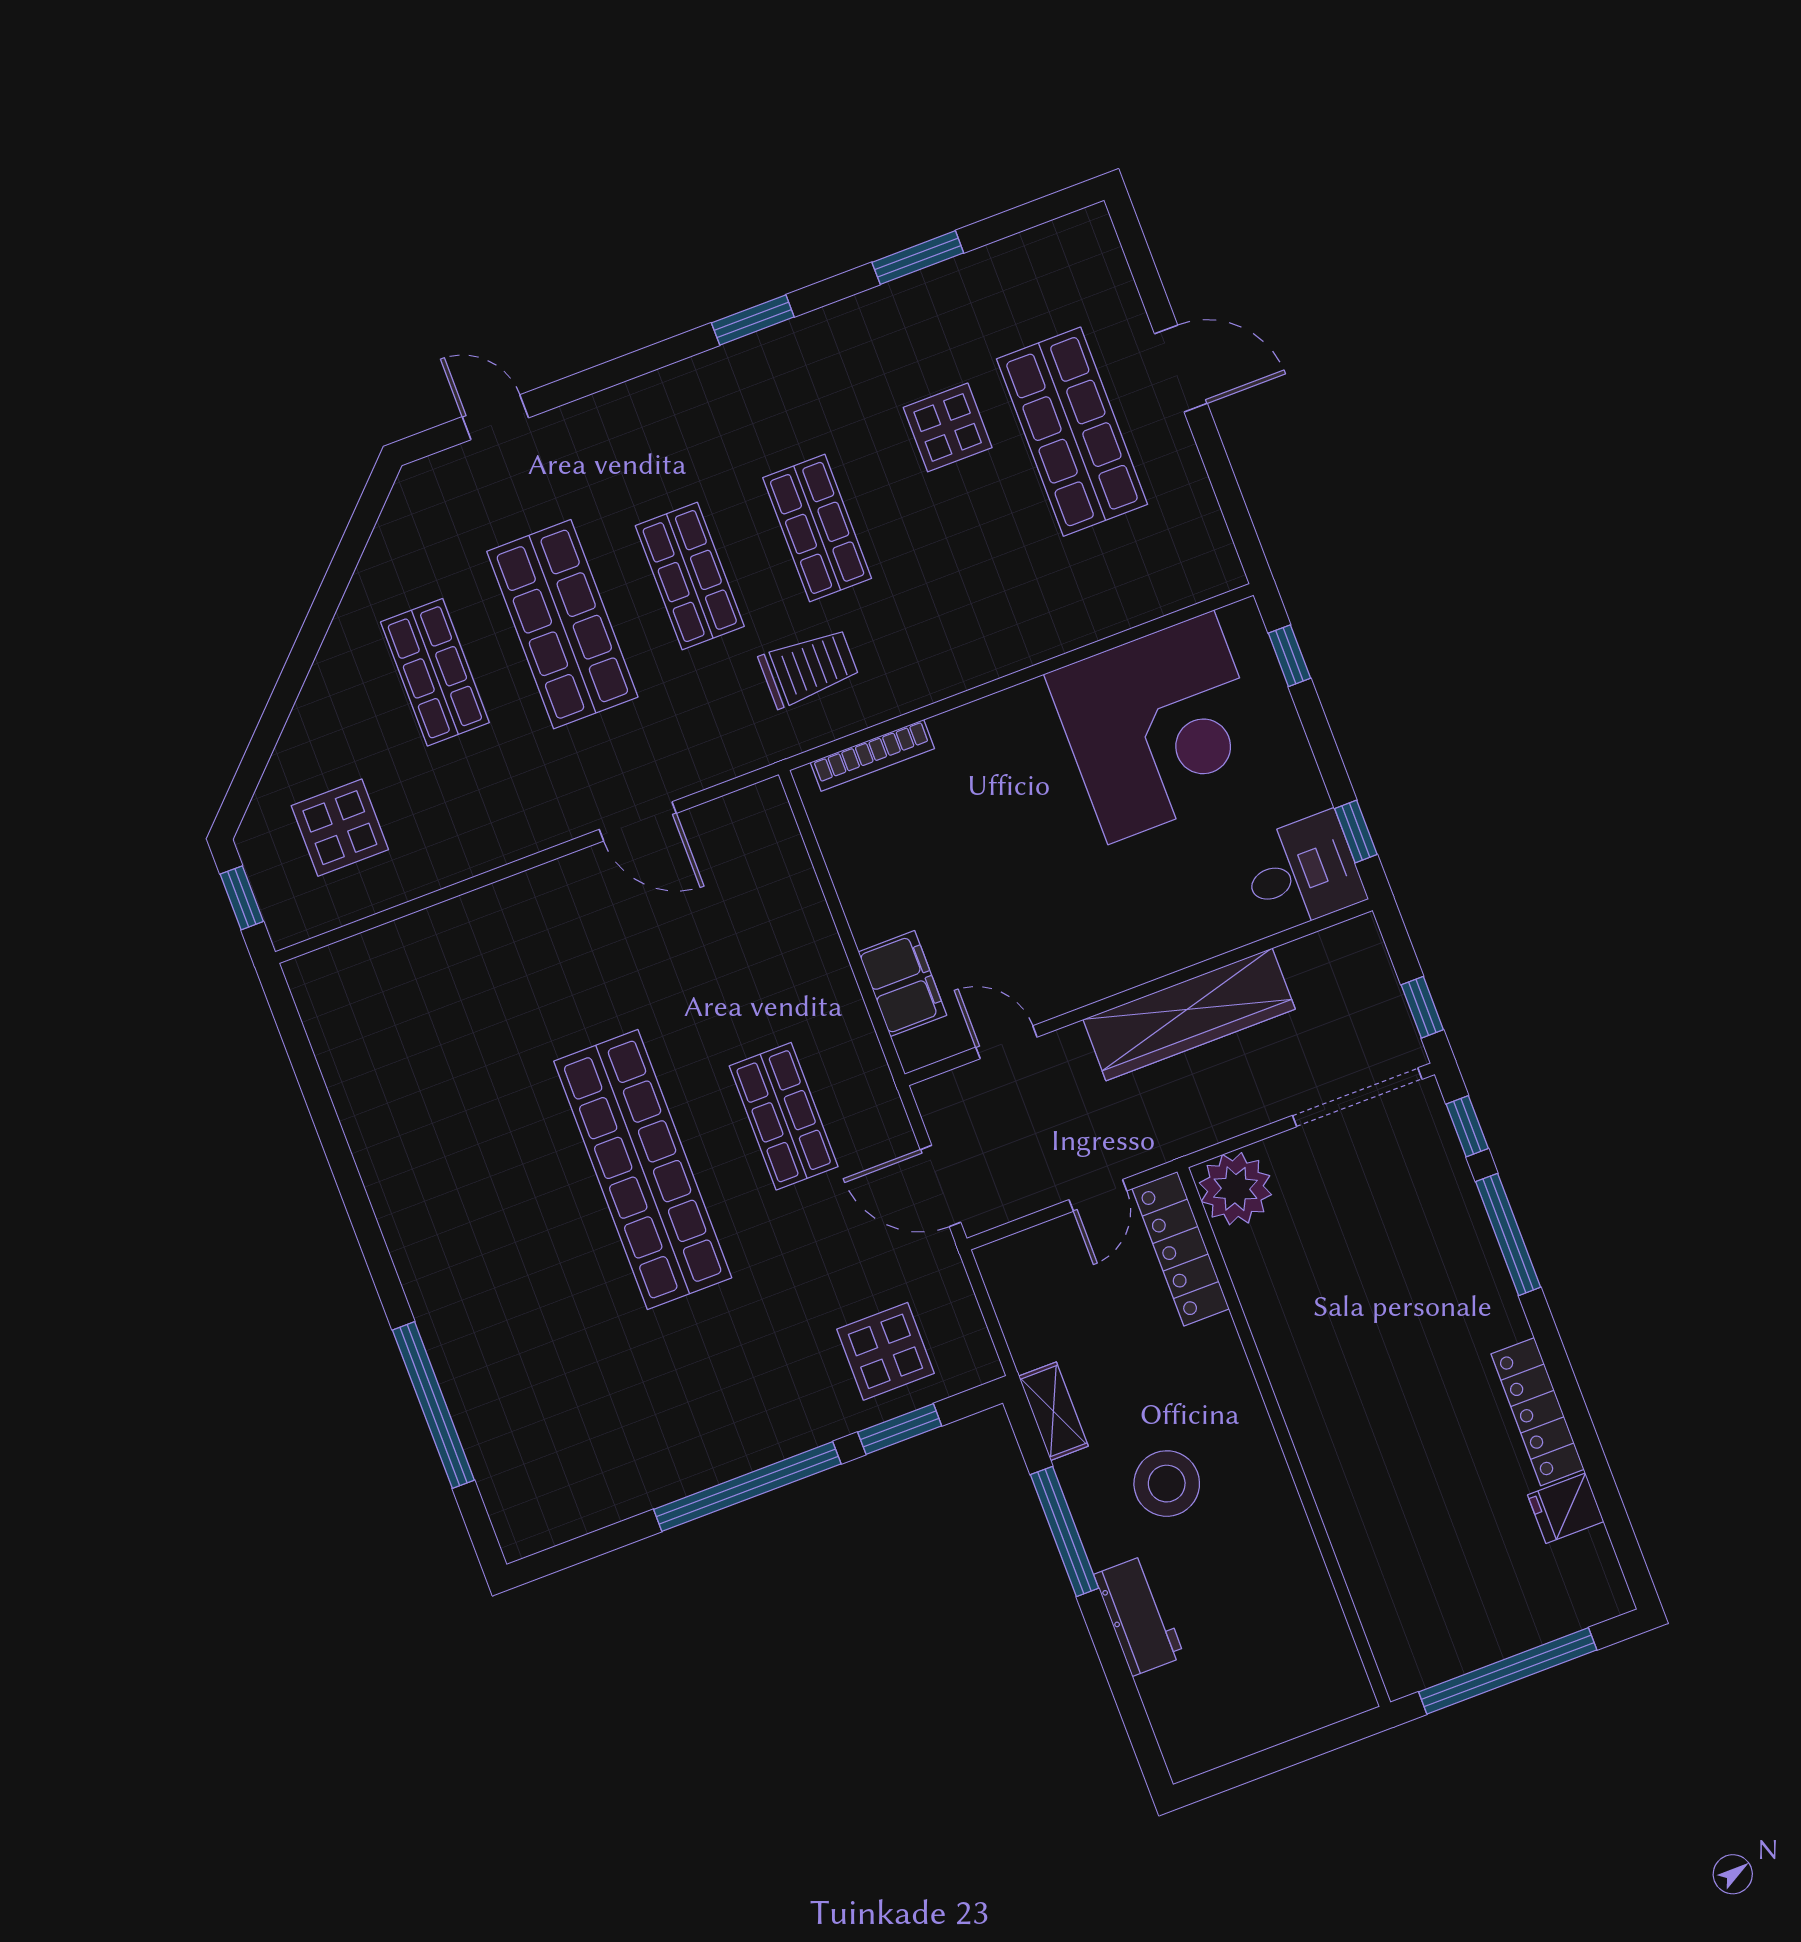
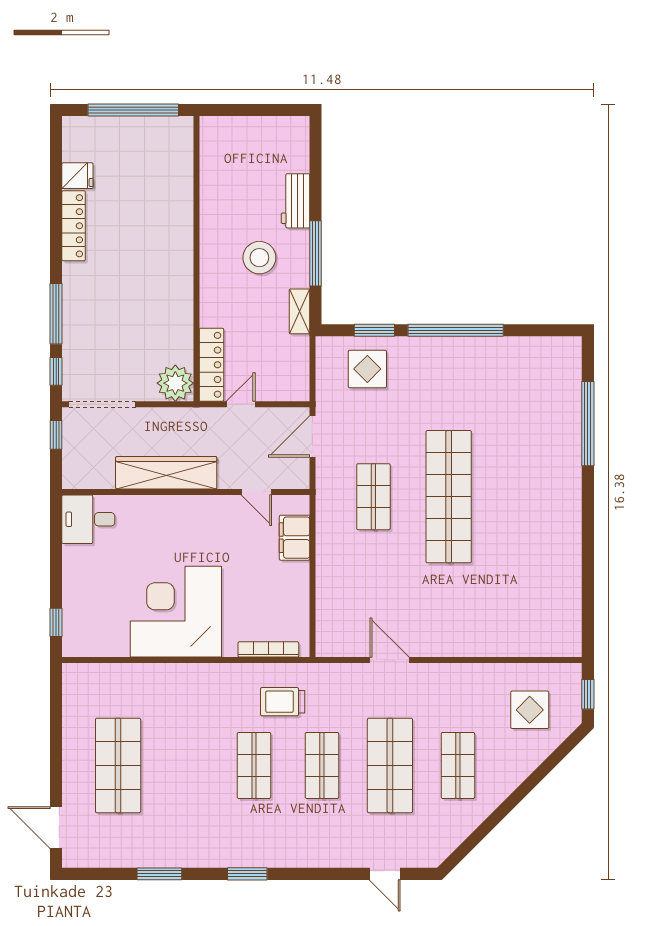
door: (1181, 369) -> (56, 828), moved
display table: (948, 427) -> (175, 789), removed
corner desk: (1161, 727) -> (176, 612), moved
window: (1356, 832) -> (56, 529), removed
door: (941, 1186) -> (312, 436), swing flipped

